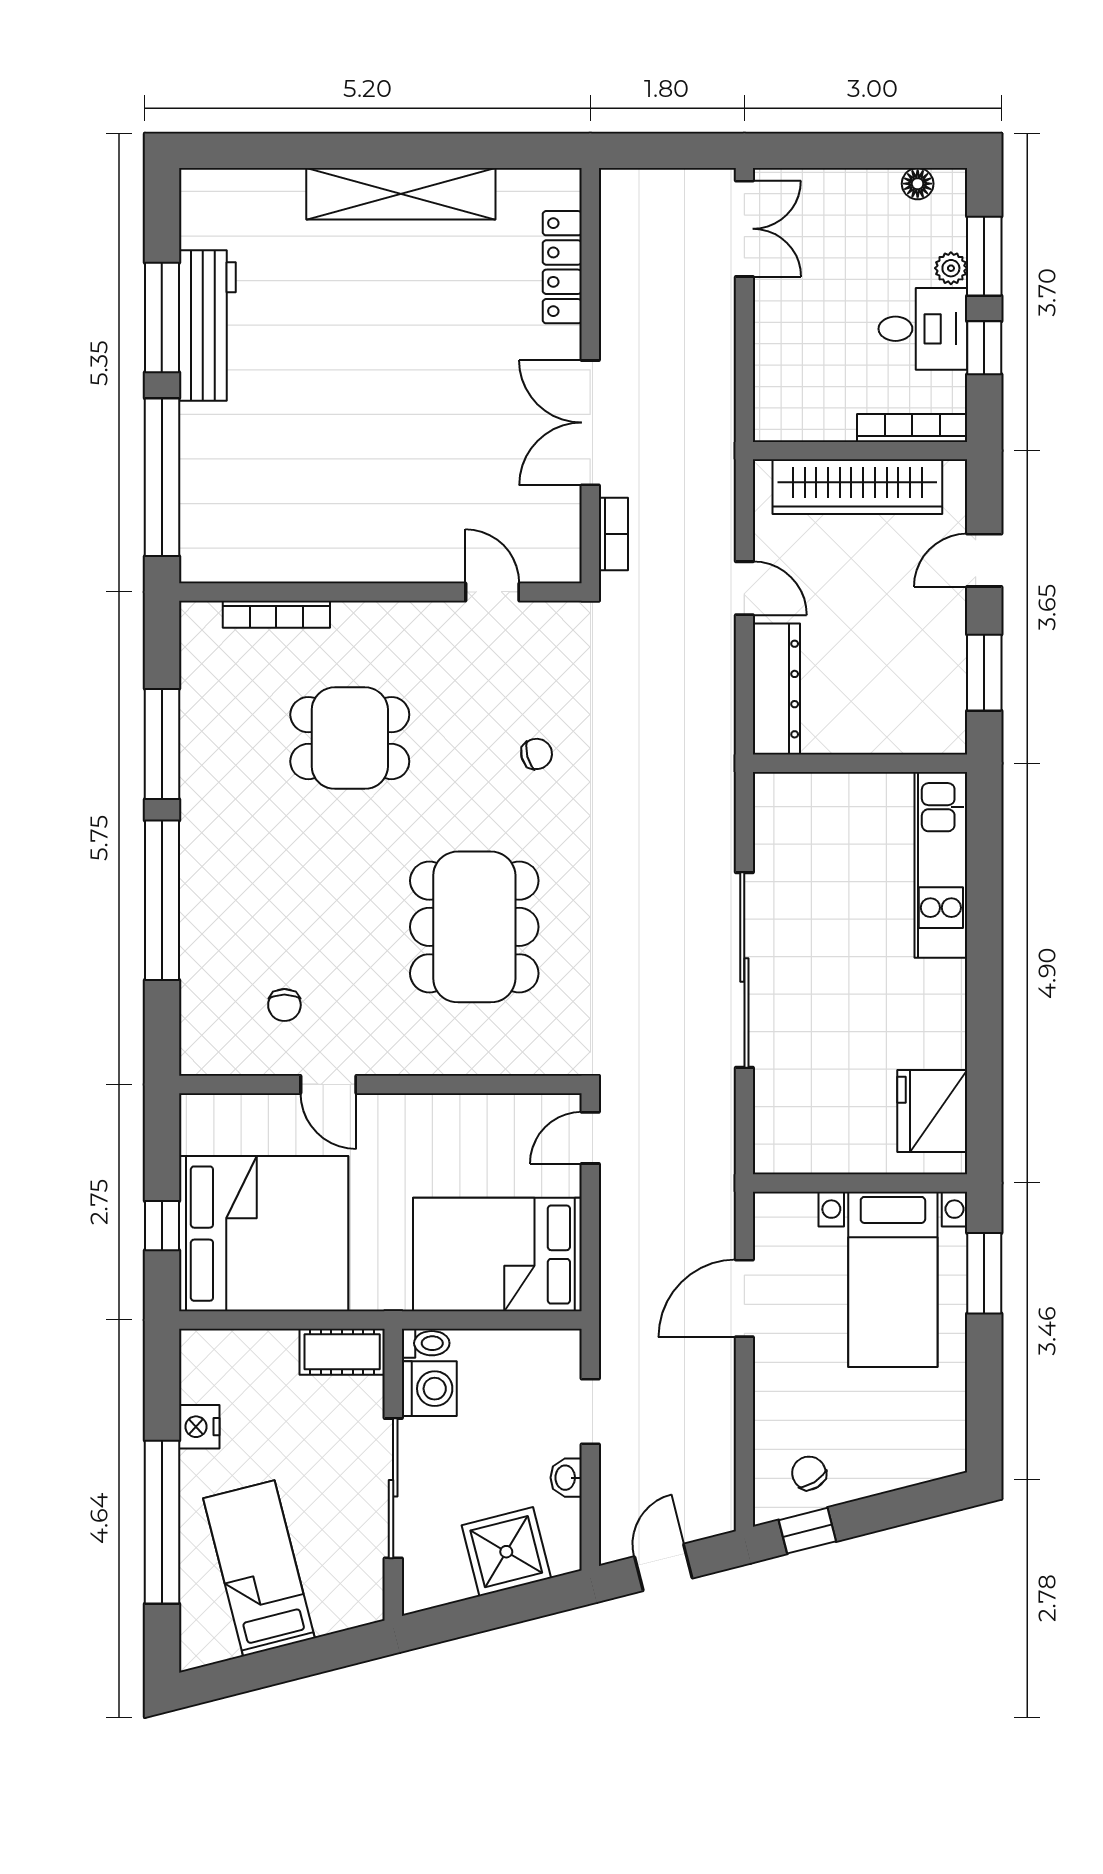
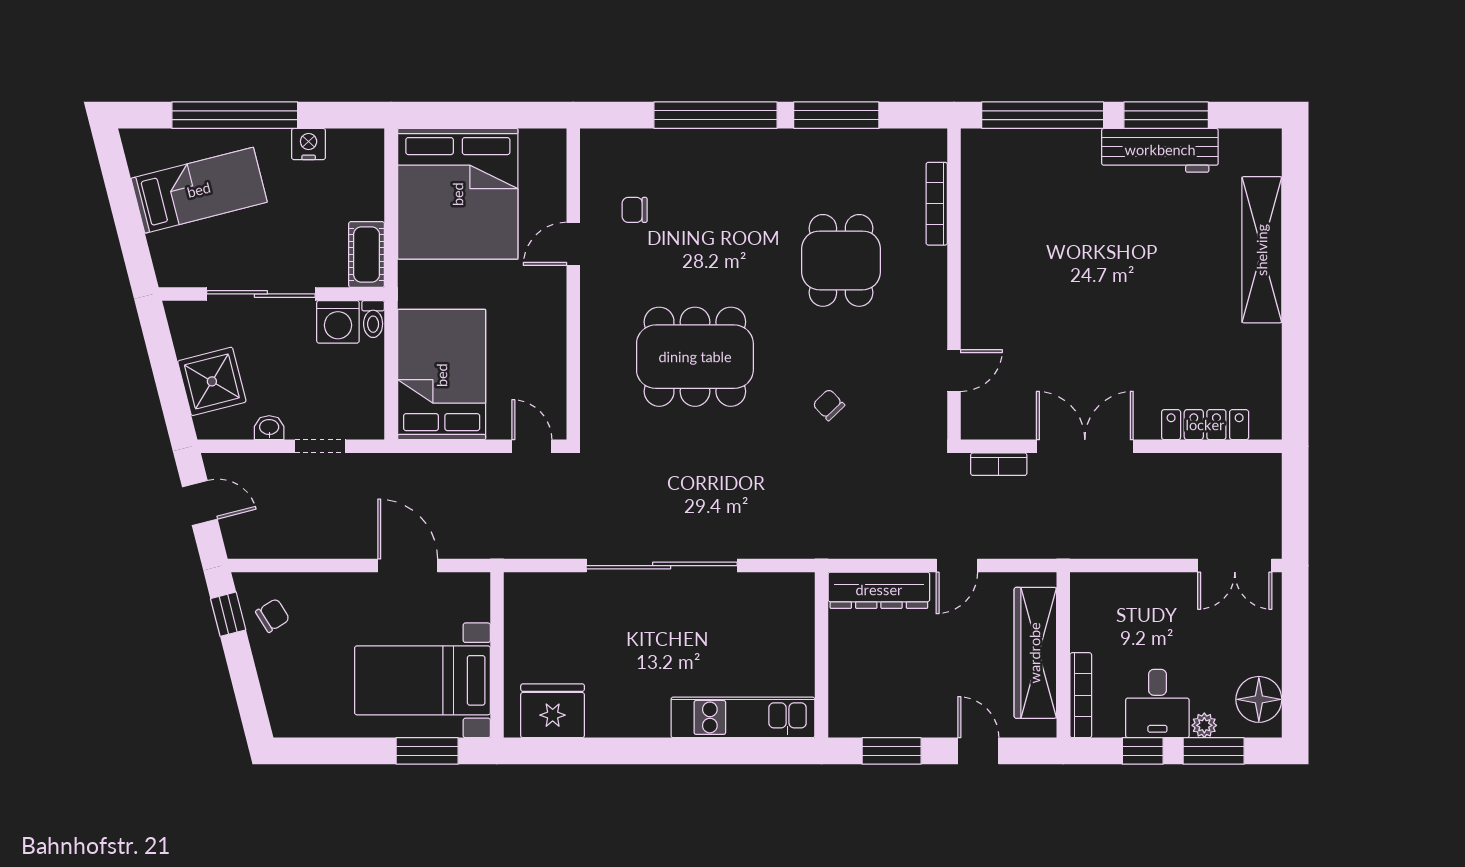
floor lamp: (918, 184) -> (1259, 699), width x1.89, depth x1.89
shelving: (401, 194) -> (1262, 250), moved
chair: (537, 754) -> (829, 405), turned 151
window: (162, 1226) -> (464, 115), removed

